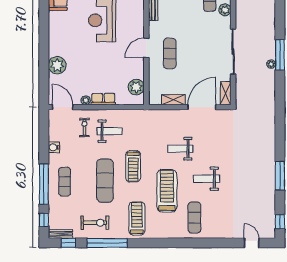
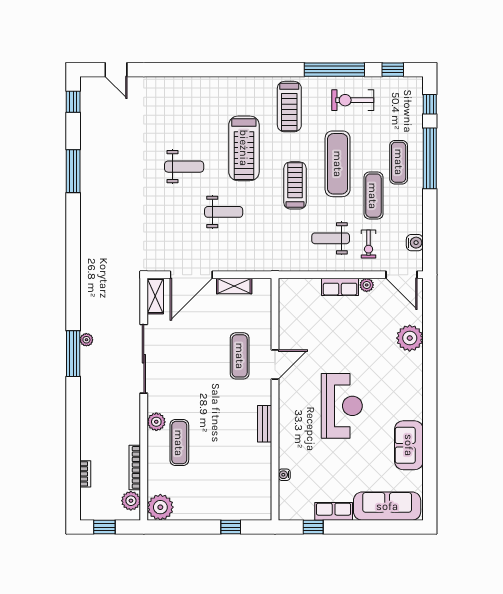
plant: (136, 87) -> (290, 305), removed
water cooler: (54, 147) -> (415, 243), moved
exercise mat: (194, 217) -> (373, 196), moved
bench: (60, 234) -> (405, 83), removed

